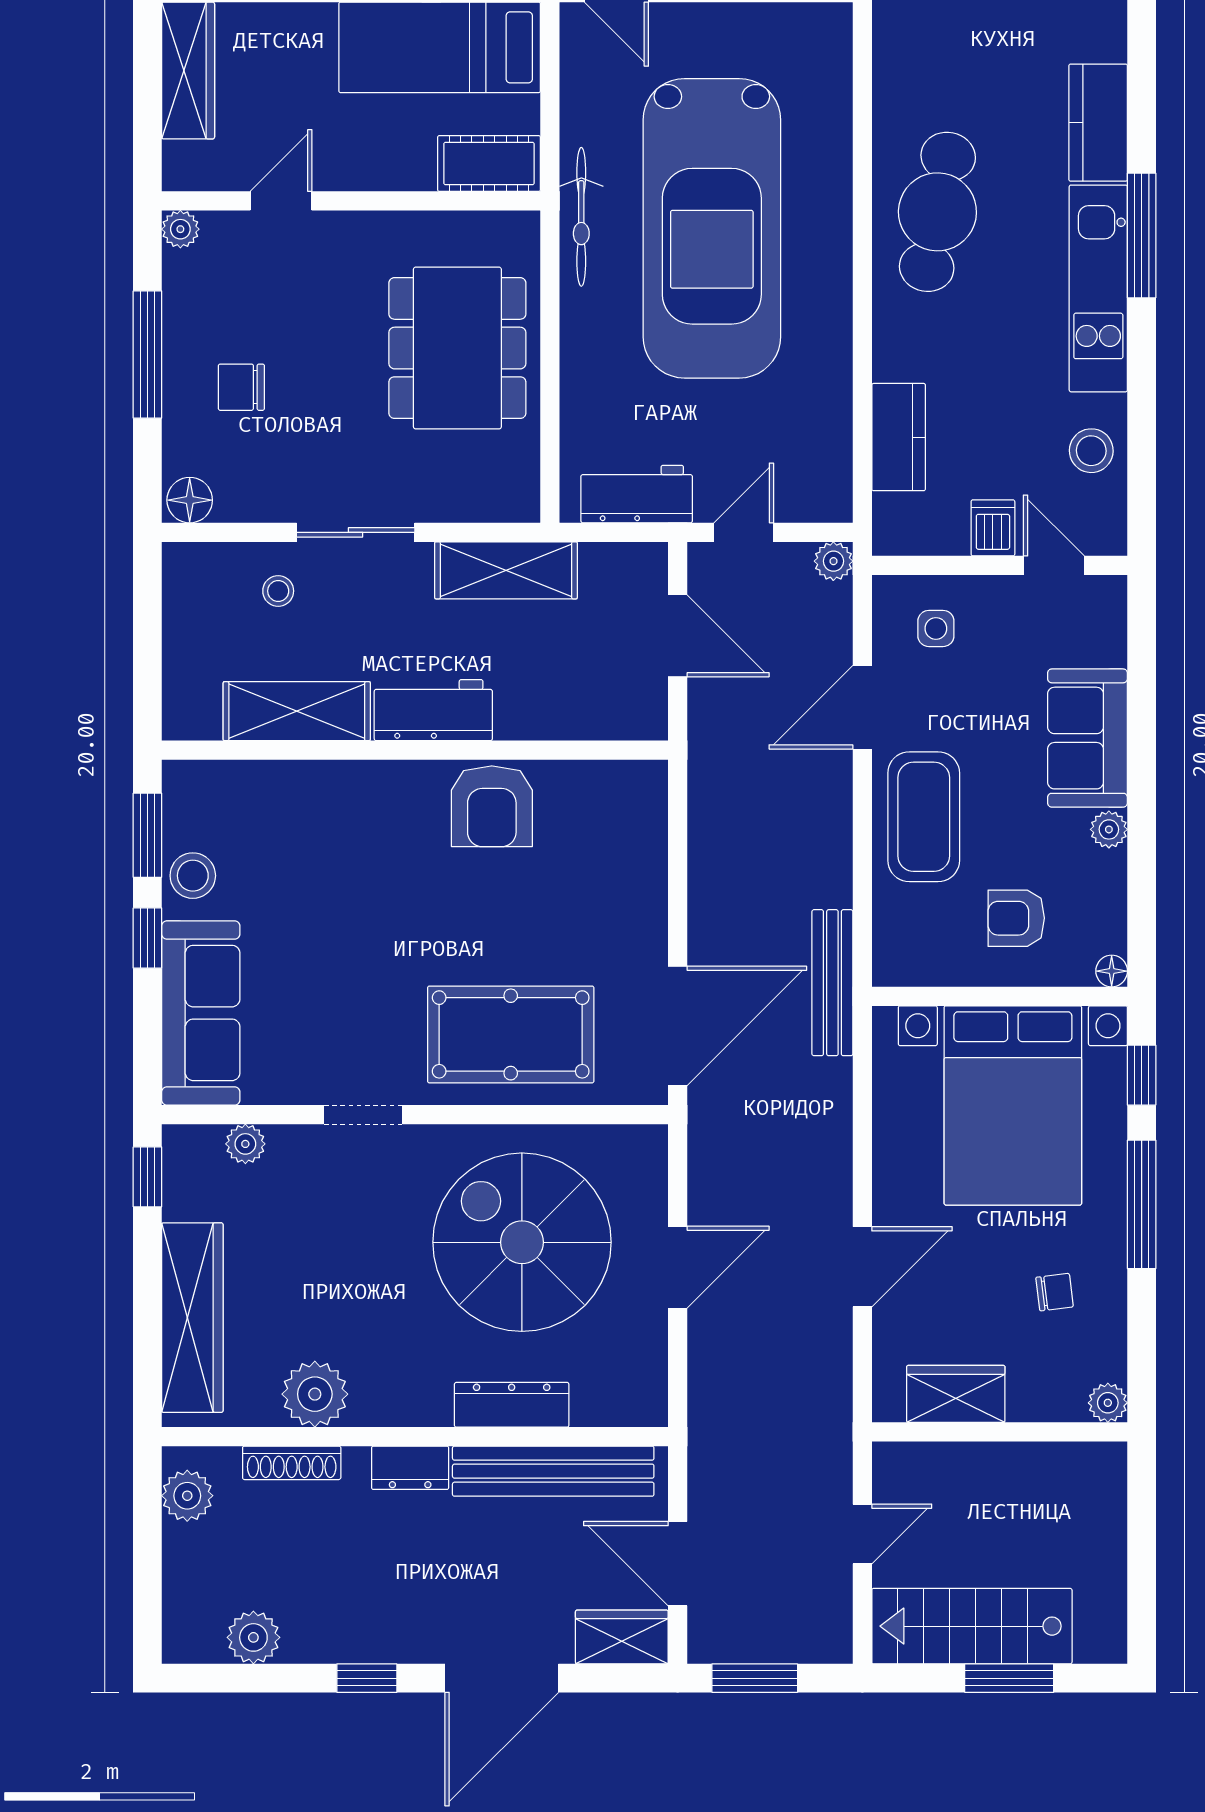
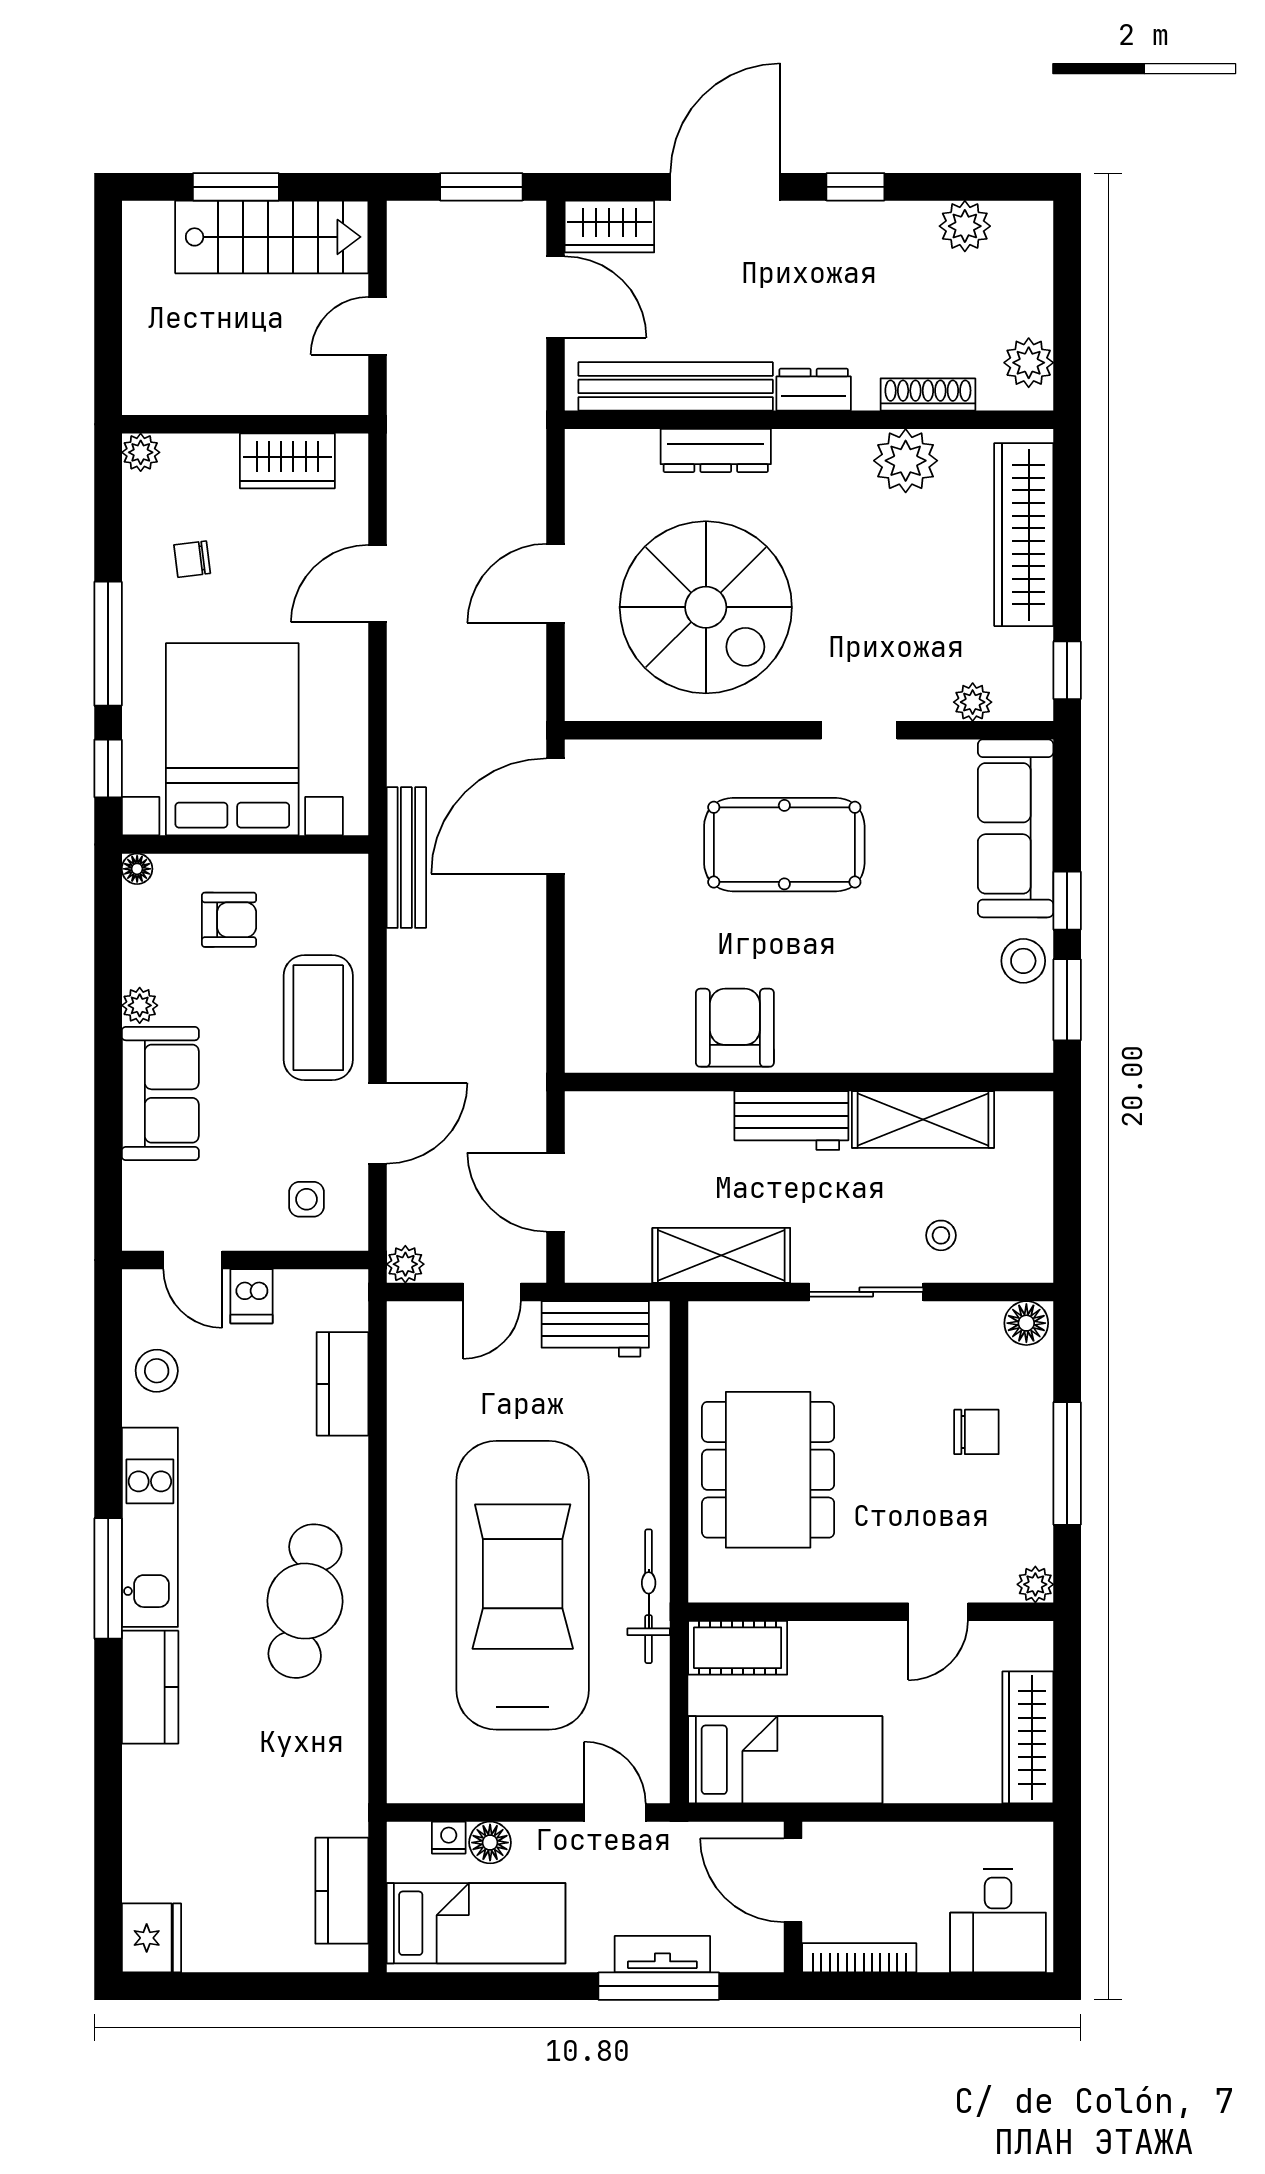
pool table: (511, 1034) -> (784, 845), moved

